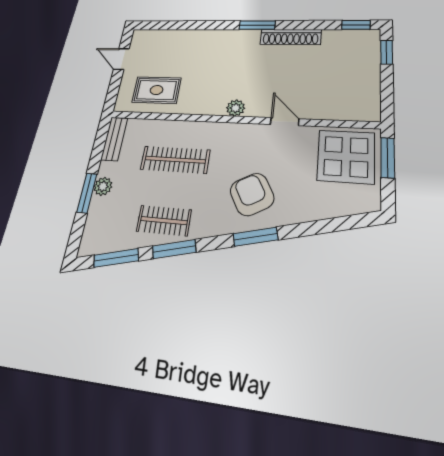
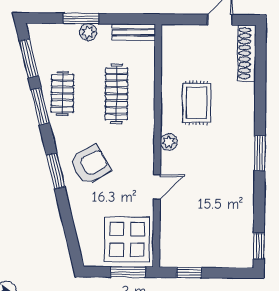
shoe rack: (290, 37) -> (247, 53), moved
window: (387, 52) -> (189, 273), moved
rug: (157, 90) -> (197, 103), moved

